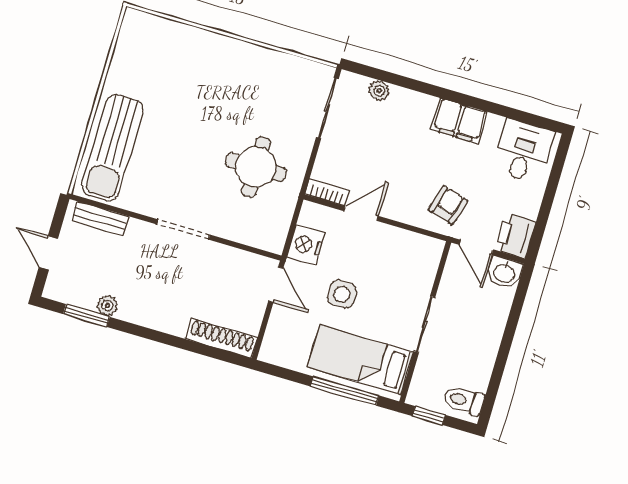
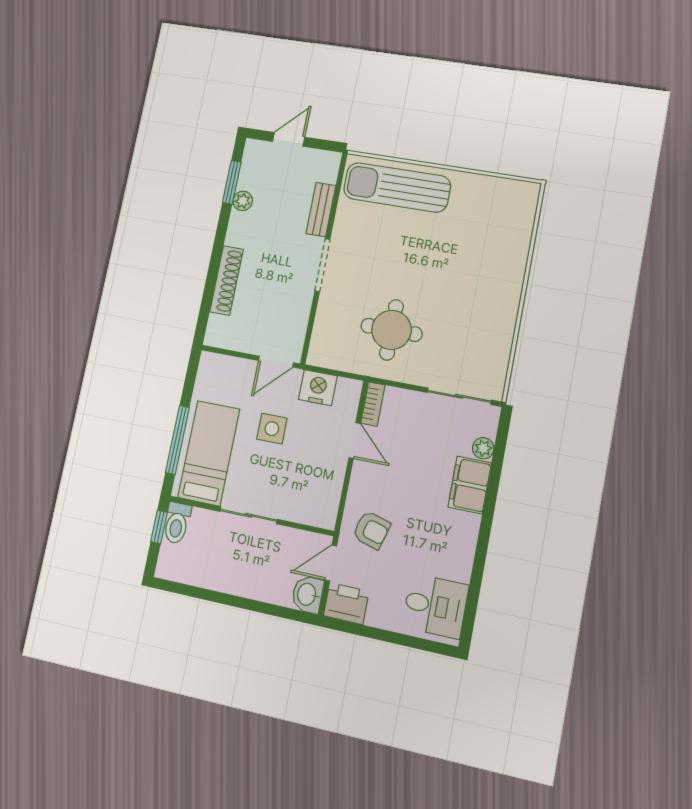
filing cabinet: (459, 121) -> (470, 485), moved
bench: (100, 219) -> (321, 210), moved
shoe rack: (221, 338) -> (227, 281), moved
toilet: (464, 401) -> (177, 523), moved, turned 180

